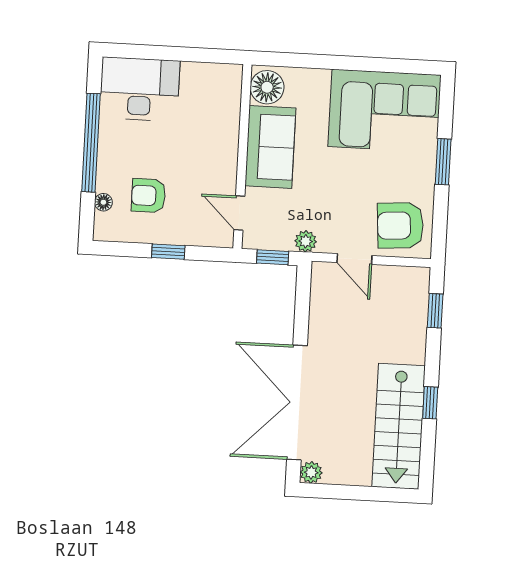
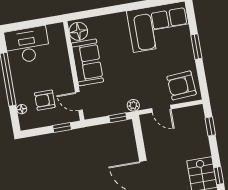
floor lamp: (267, 87) -> (78, 31), moved
sofa: (270, 147) -> (87, 62), moved
wall: (242, 156) -> (74, 71), moved
door: (239, 213) -> (79, 101), moved

